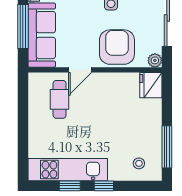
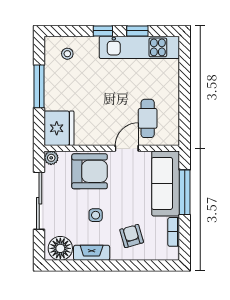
armchair: (117, 47) -> (90, 171), turned -90
fridge: (151, 85) -> (59, 128), width x1.36, depth x1.34
window: (167, 147) -> (39, 86), moved

